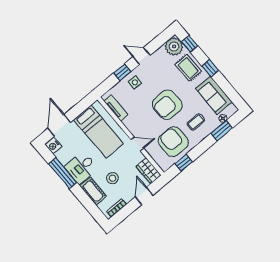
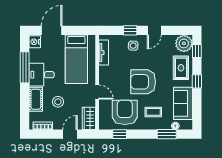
door: (141, 56) -> (154, 30), swing flipped

